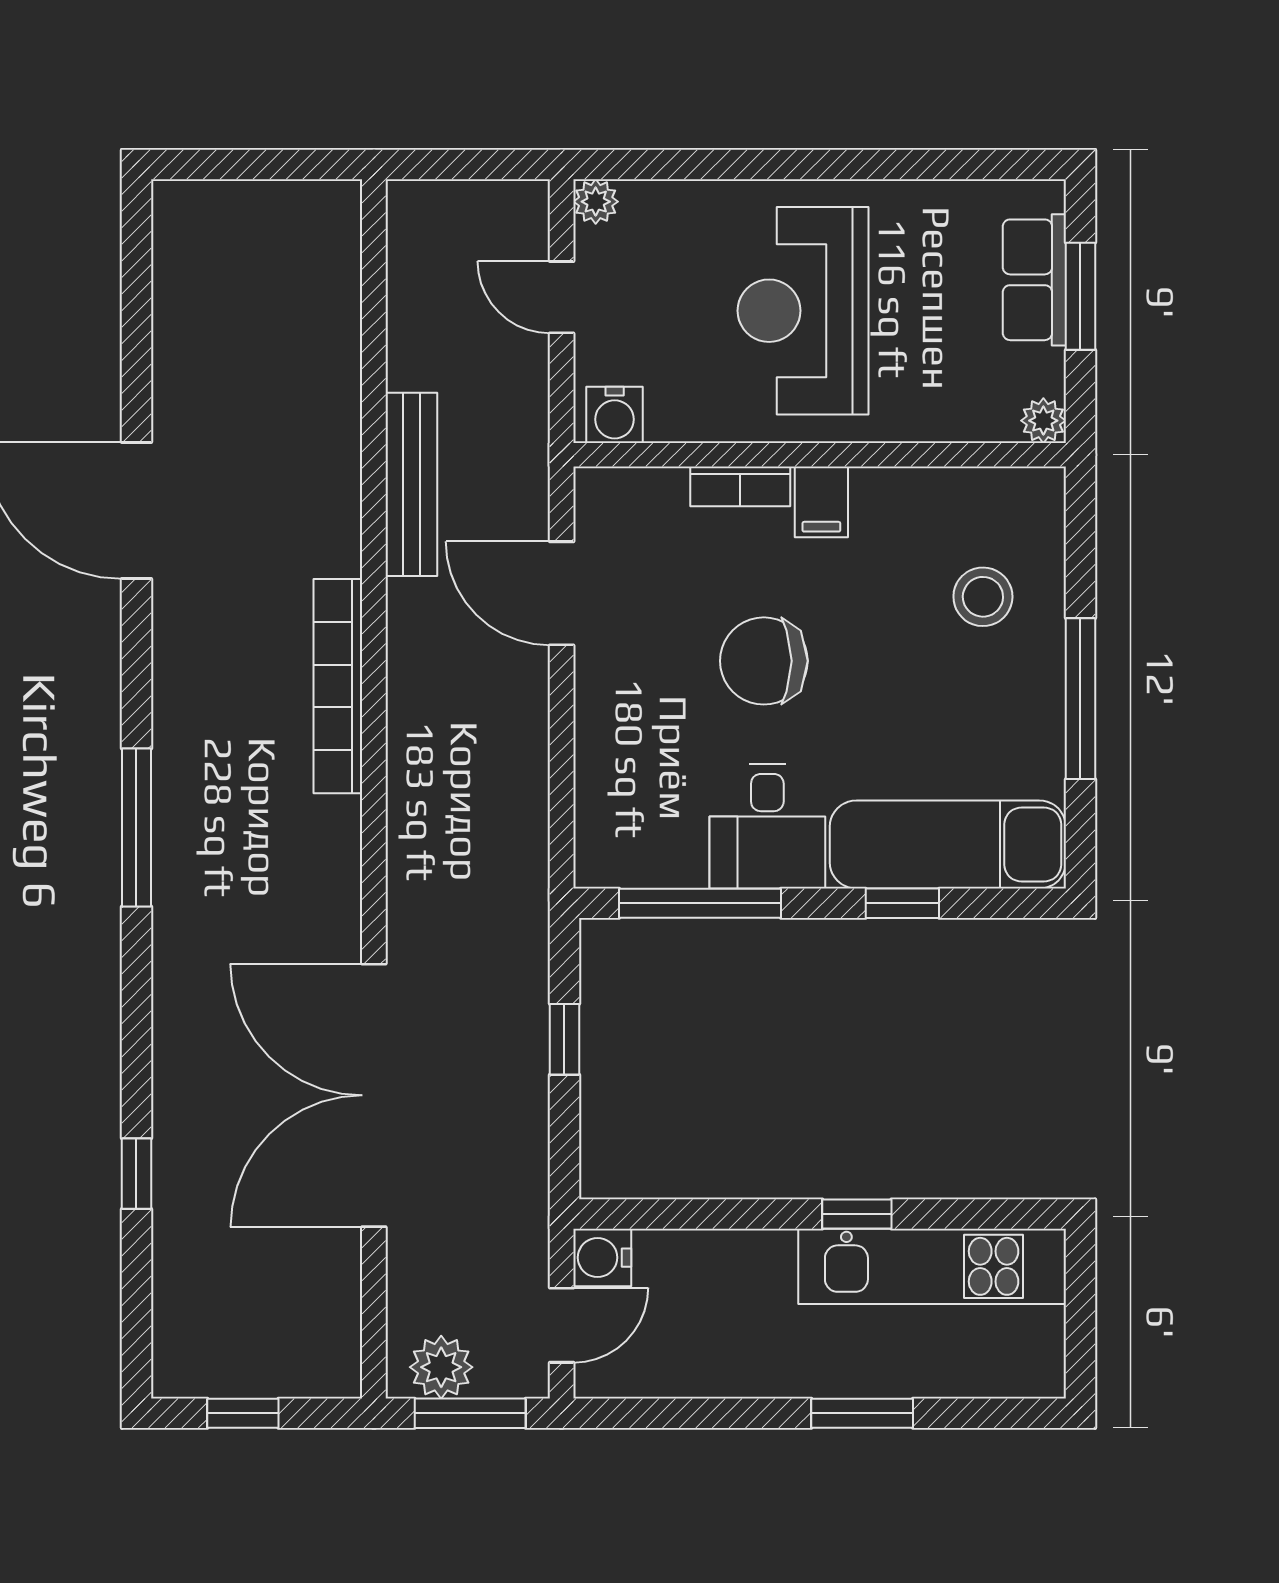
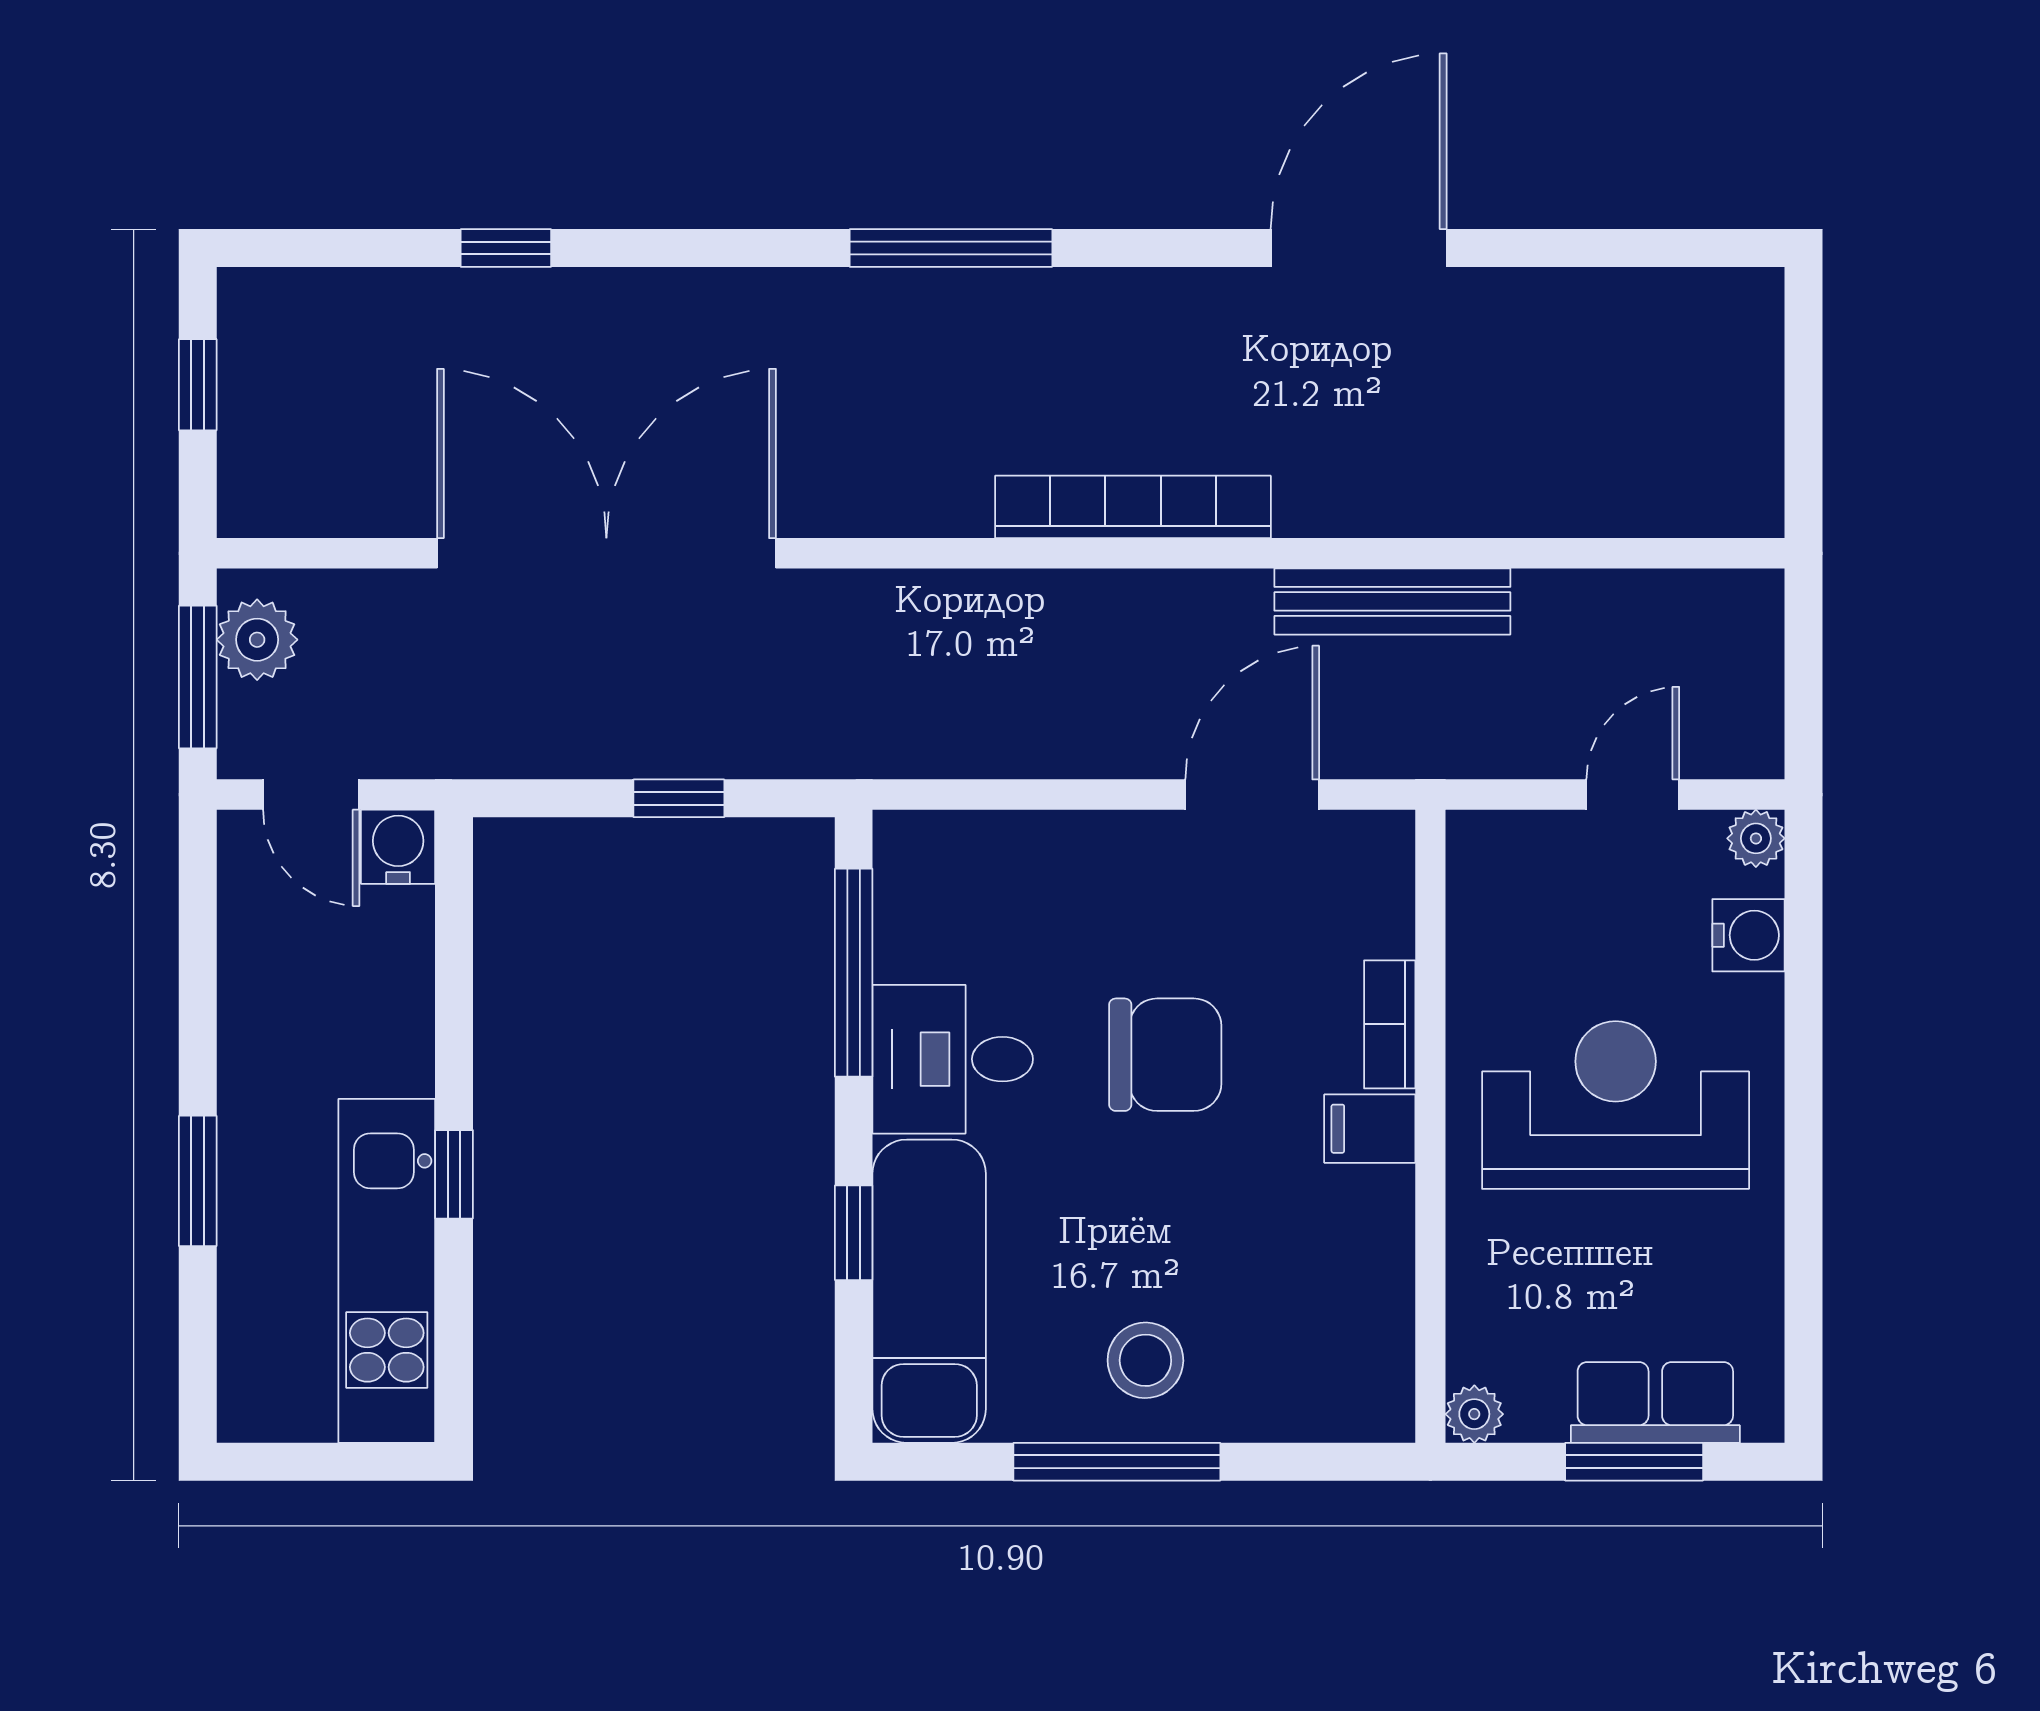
water cooler: (615, 415) -> (1749, 935), moved, turned 180
stool: (983, 597) -> (1145, 1360), moved
chair: (764, 661) -> (1165, 1055), turned 90

